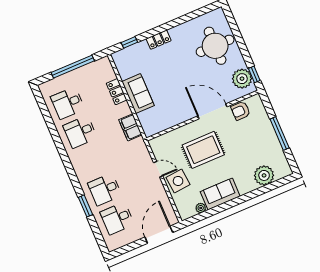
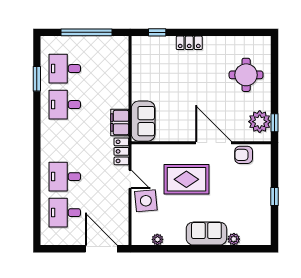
round table: (215, 46) -> (246, 75), width x0.73, depth x0.73
locker: (117, 92) -> (121, 151), moved
sofa: (138, 94) -> (143, 121), moved
window: (280, 133) -> (274, 197), width x0.46
plant: (264, 175) -> (234, 239), width x0.53, depth x0.53
sofa: (220, 194) -> (206, 234), moved
window: (85, 206) -> (37, 79), moved
door: (159, 235) -> (101, 249), hinge flipped

